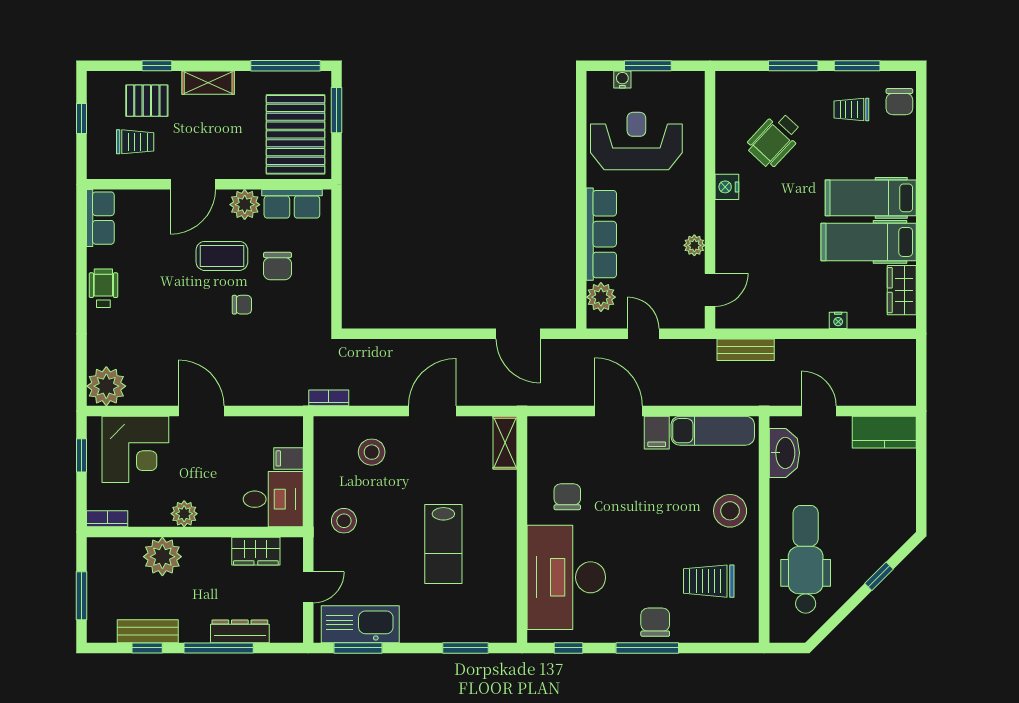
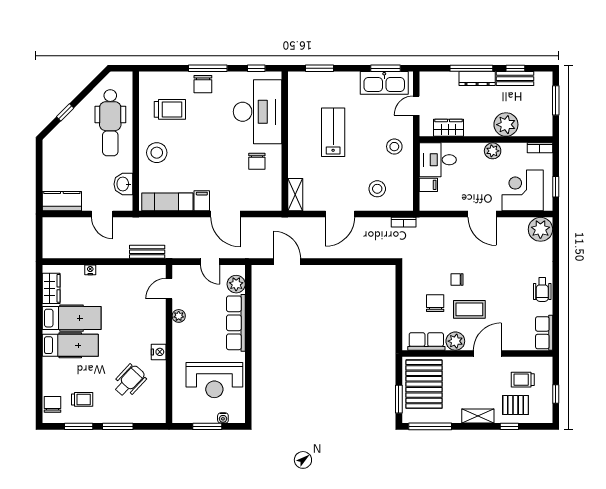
washbasin: (784, 453) -> (123, 184), width x0.72
dresser: (240, 631) -> (477, 78), moved

